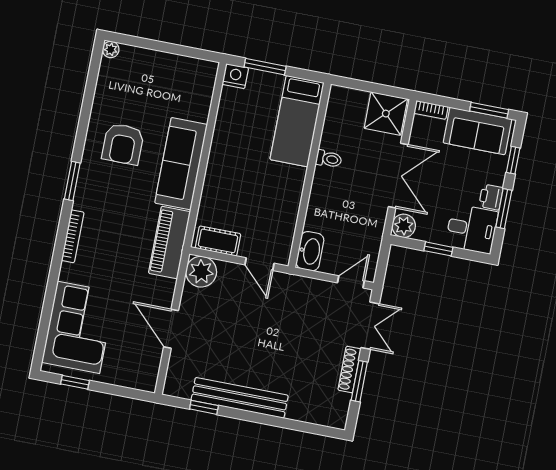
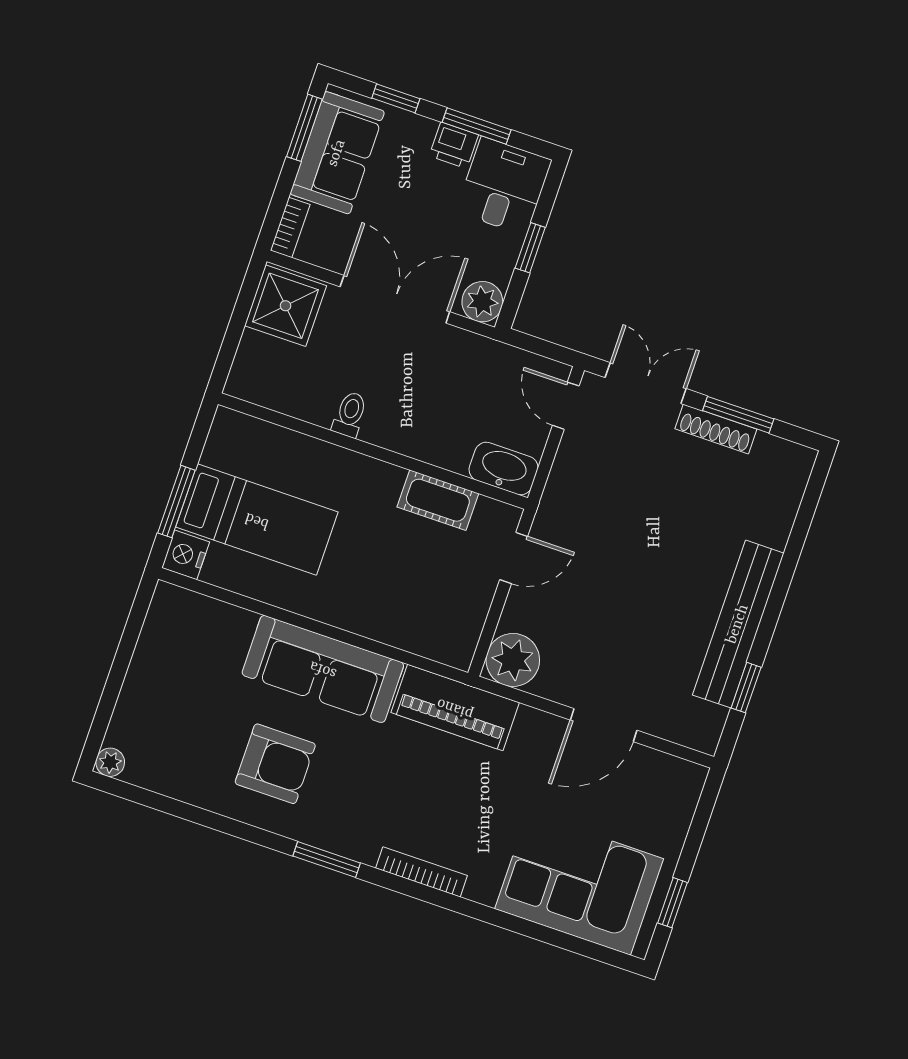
bed: (297, 121) -> (257, 520), moved
cot: (218, 241) -> (438, 500), moved, turned 90

